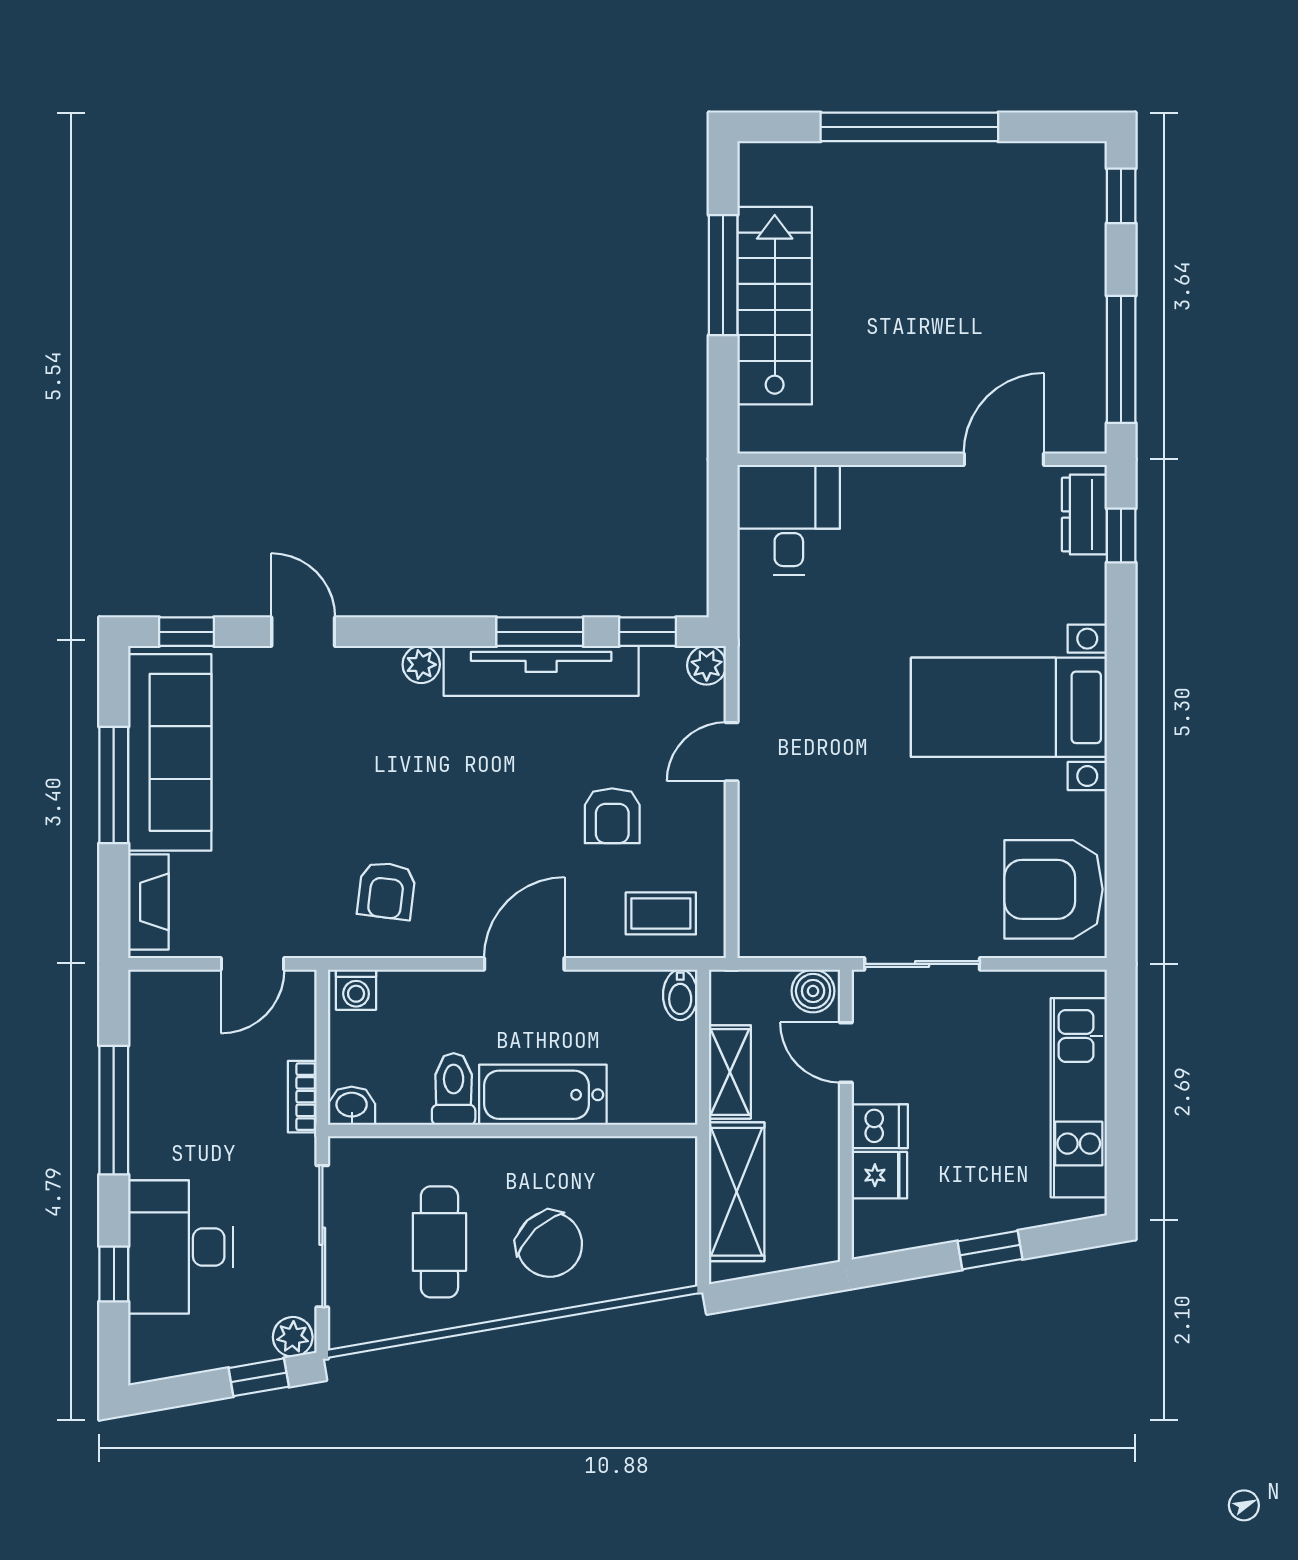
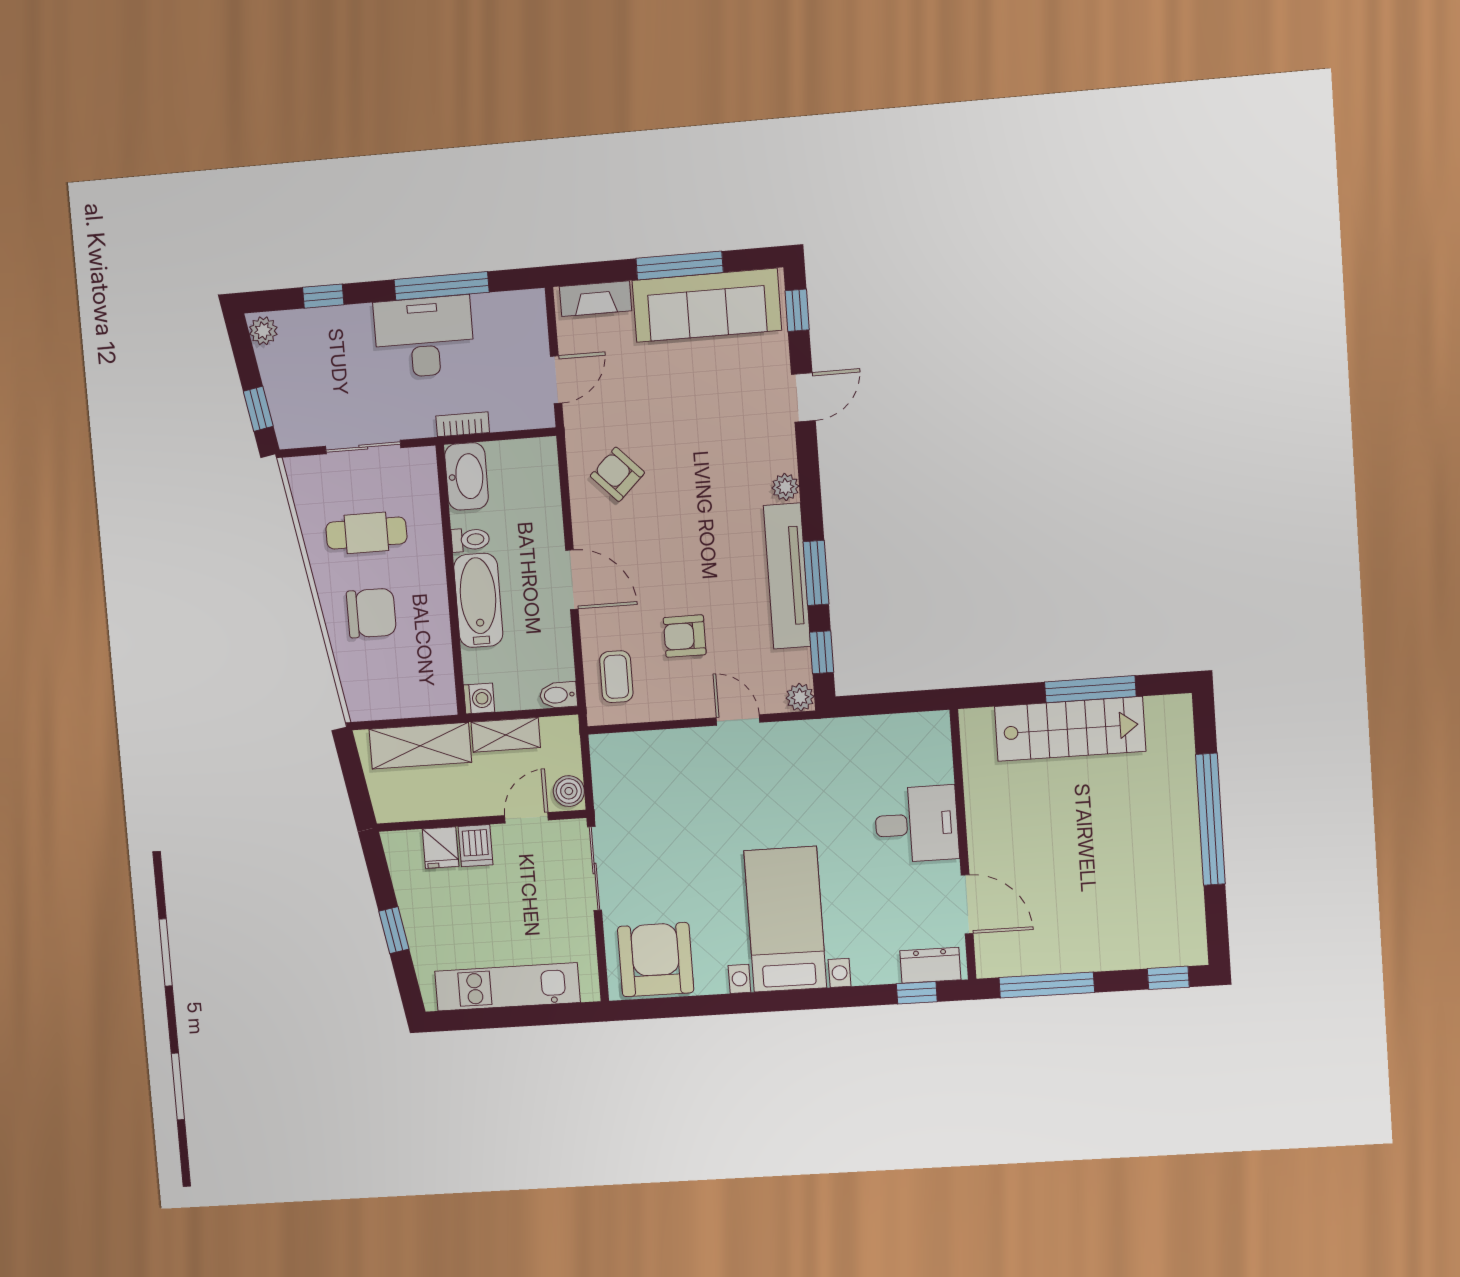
desk: (789, 520) -> (917, 824), moved
armchair: (386, 891) -> (617, 474), turned 39
door: (253, 964) -> (556, 380), swing flipped
washing machine: (356, 990) -> (479, 699), moved, turned 180
toilet: (454, 1089) -> (470, 540), width x0.73, depth x0.72
washbasin: (352, 1106) -> (467, 476), width x1.91, depth x1.45
sliding door: (322, 1236) -> (363, 447), width x0.73
chair: (549, 1244) -> (371, 613), turned -137
desk: (180, 1247) -> (424, 337), moved
plant: (293, 1337) -> (263, 331), moved

